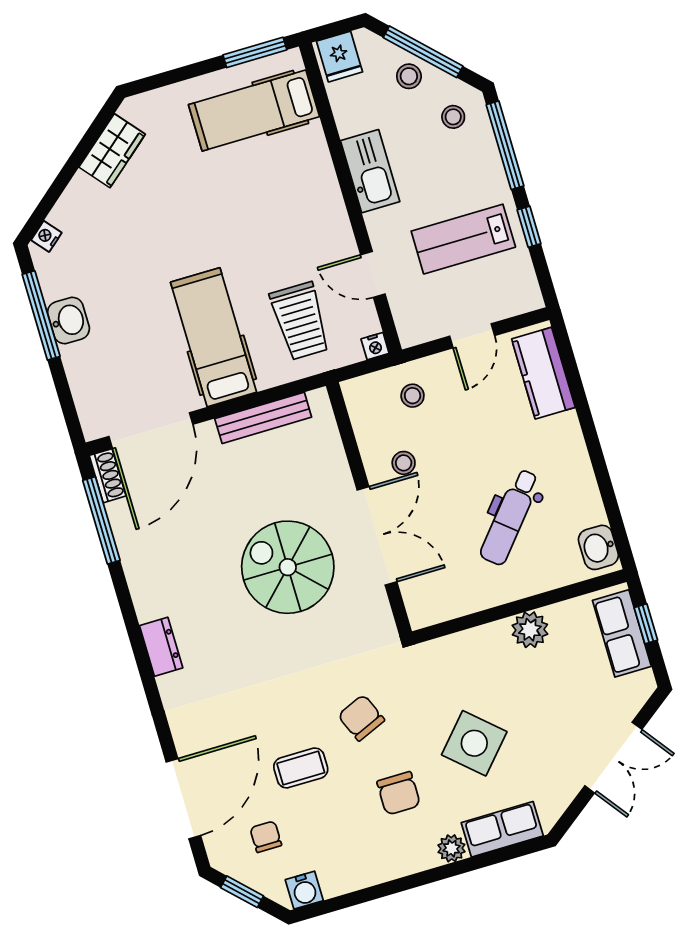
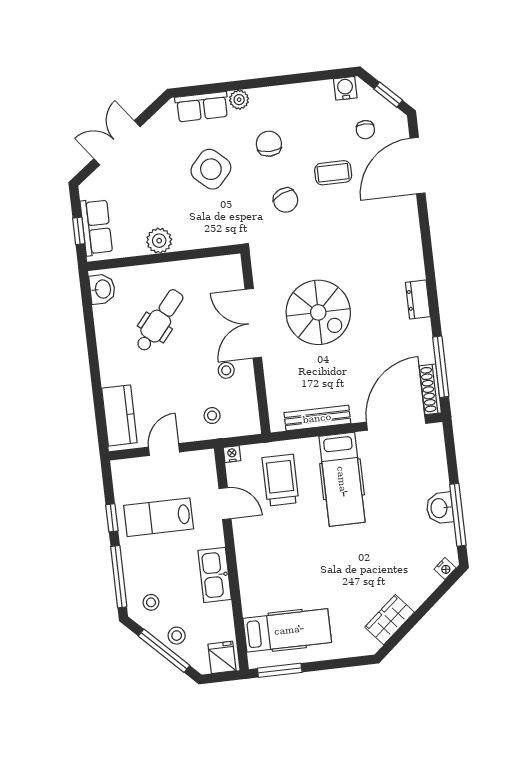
lab bench: (463, 239) -> (159, 517), turned 180
shoe rack: (108, 476) -> (430, 389), width x1.43
dresser: (161, 647) -> (418, 299), moved

